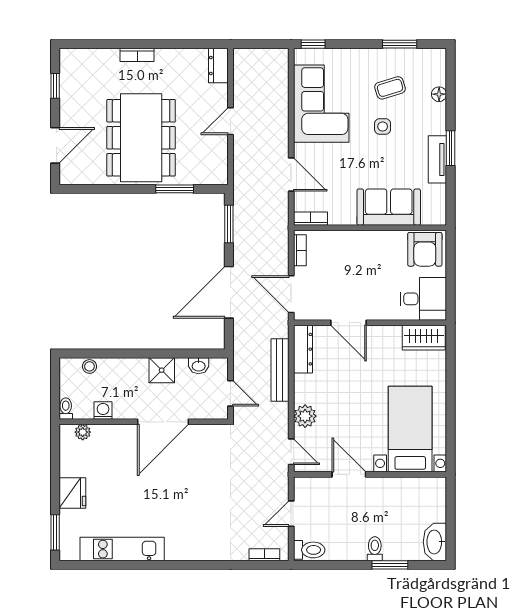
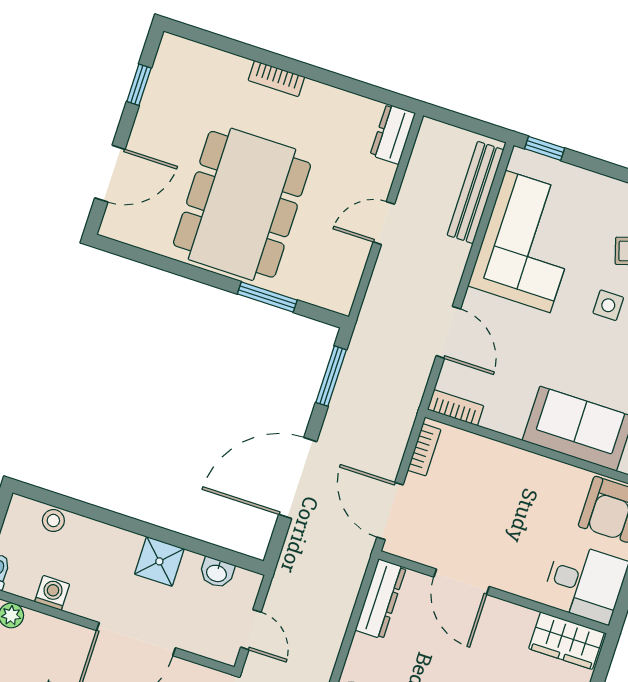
bench: (280, 370) -> (475, 192), moved

